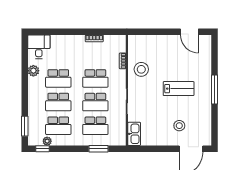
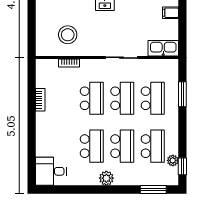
stool: (141, 69) -> (68, 35), moved
plant: (33, 71) -> (106, 178), moved
filing cabinet: (162, 139) -> (170, 13), added

